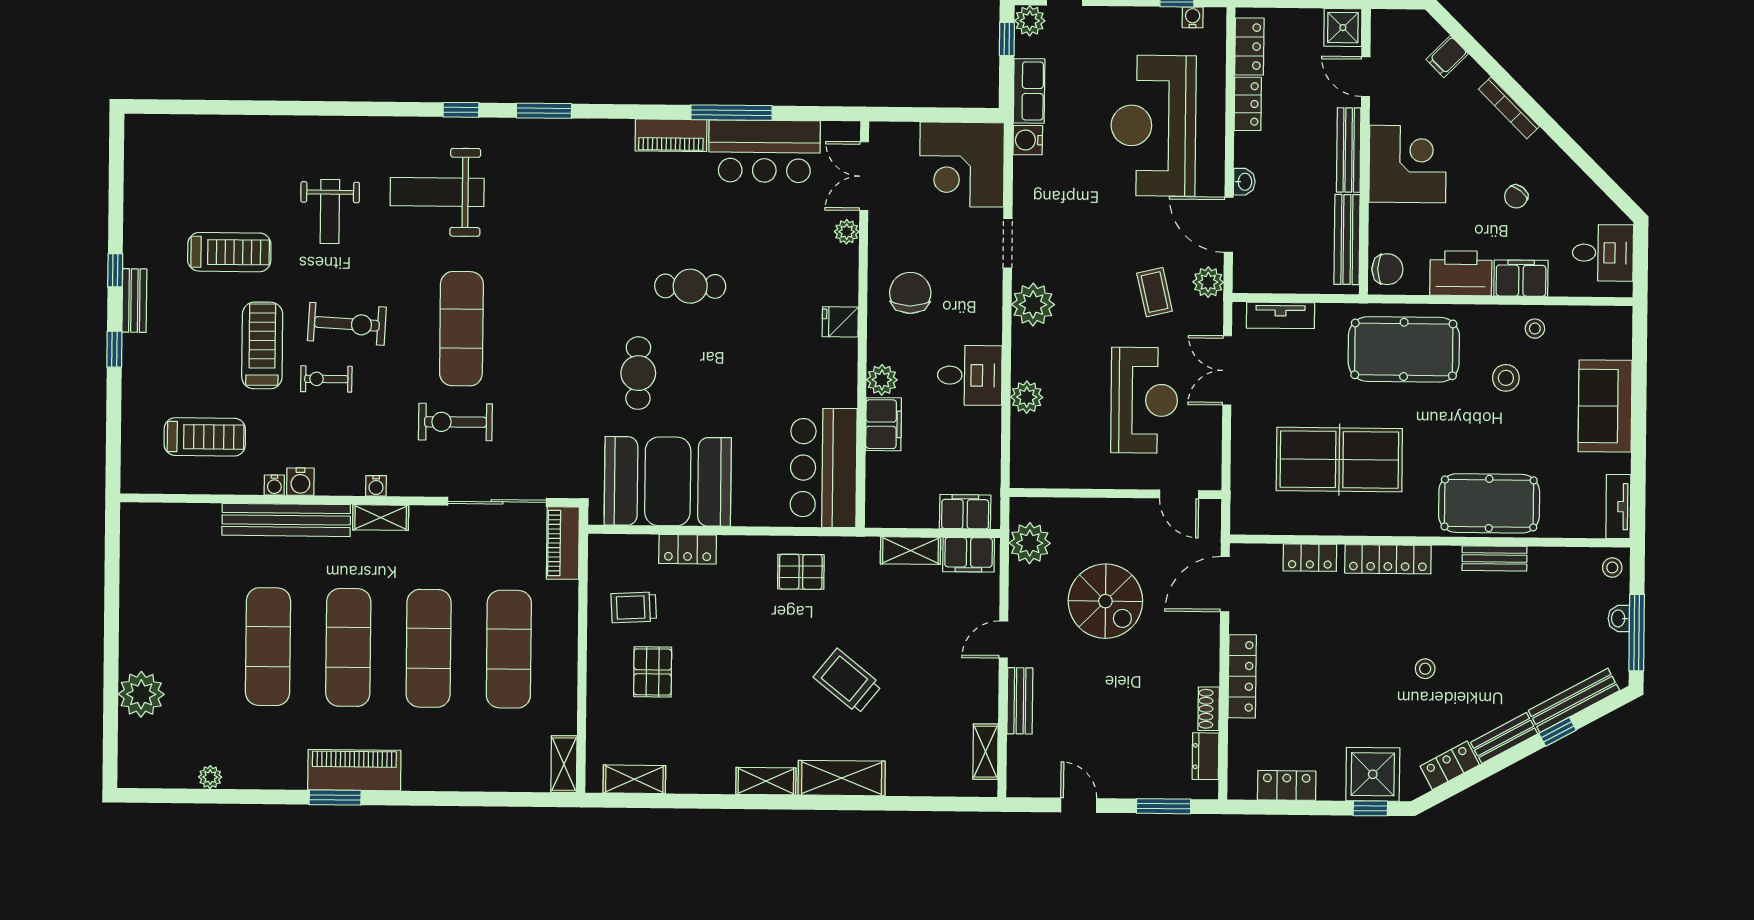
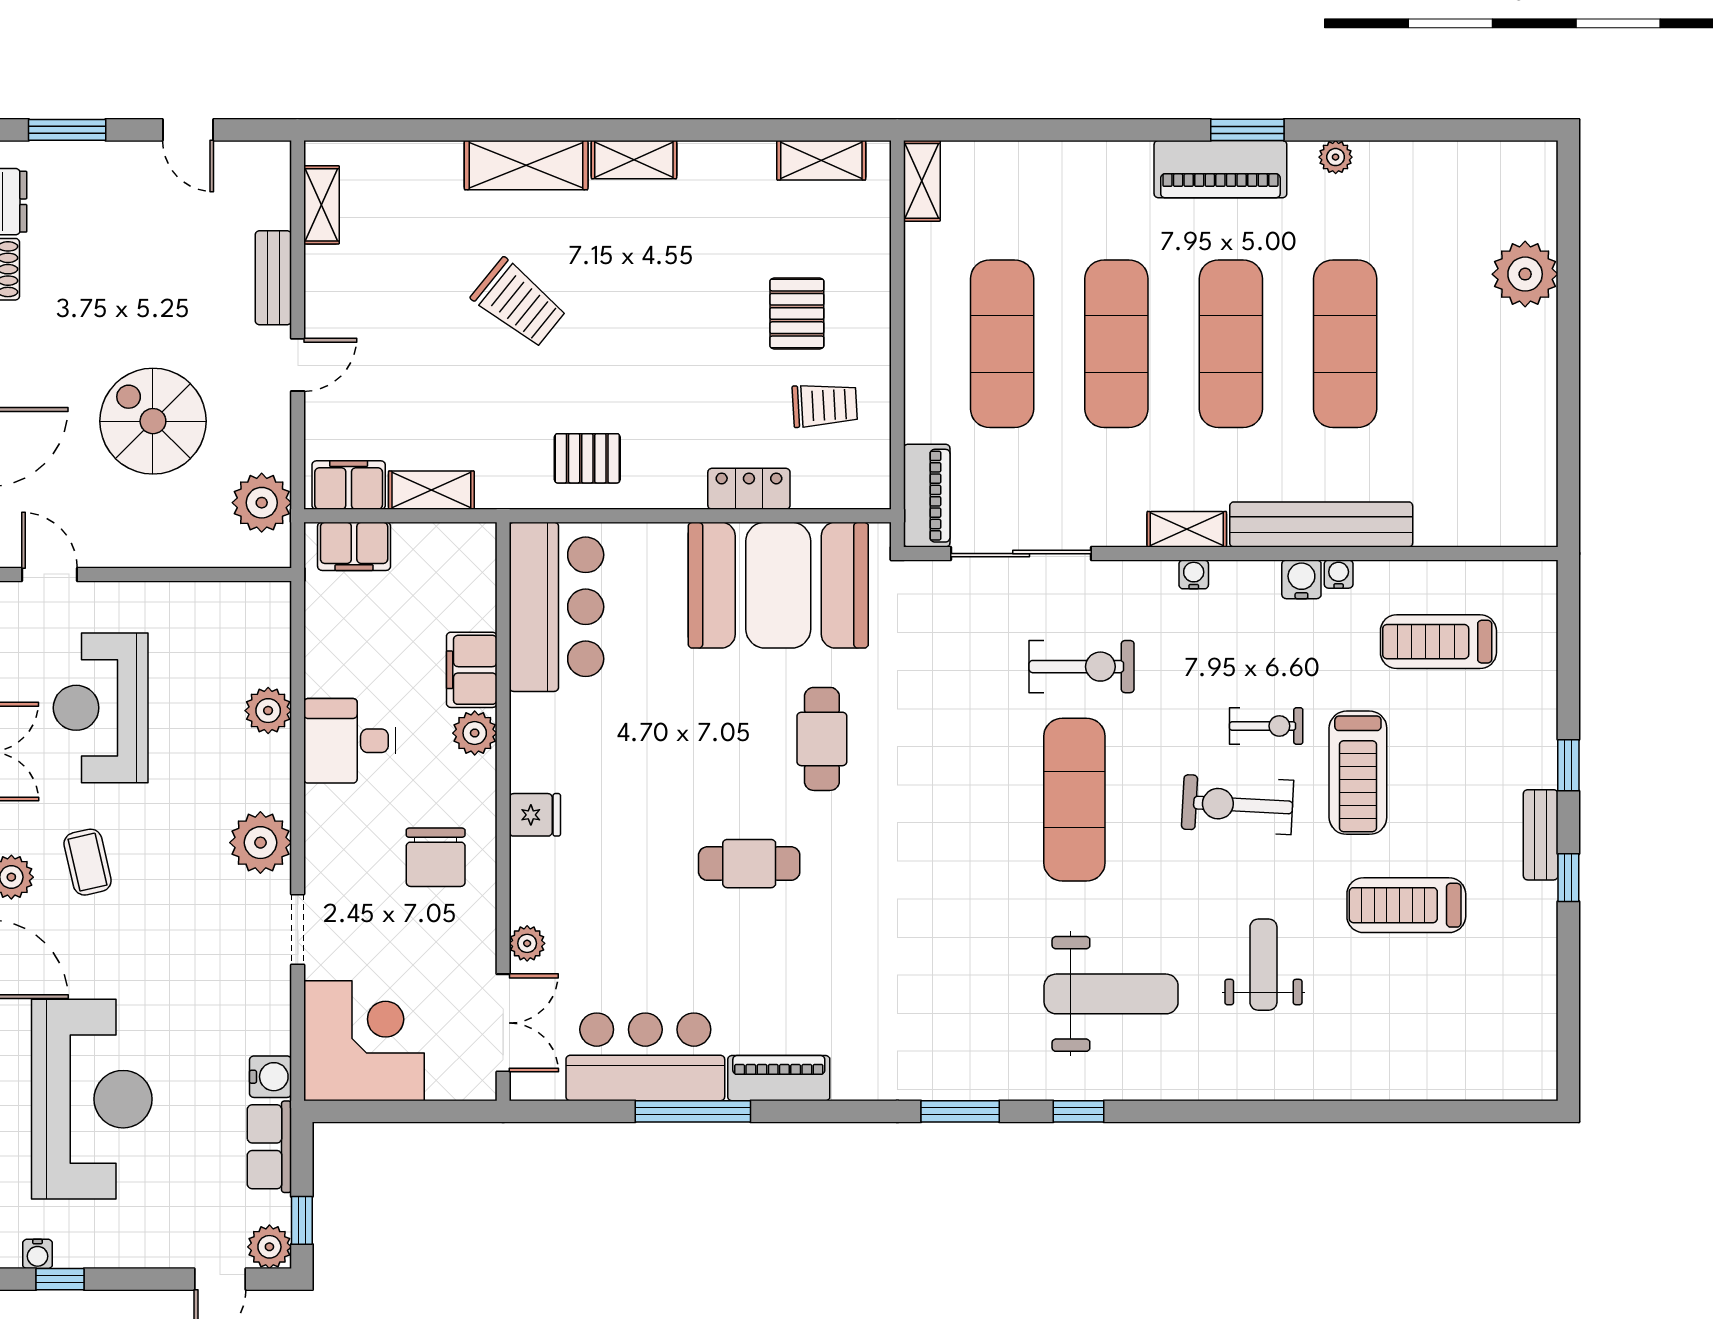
plant: (210, 777) -> (1336, 157), moved

